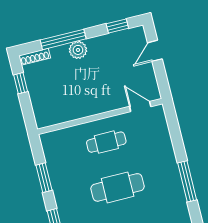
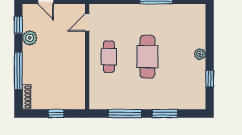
plant: (78, 50) -> (30, 38), moved
window: (21, 83) -> (56, 113), moved
window: (44, 178) -> (125, 113), width x1.44

